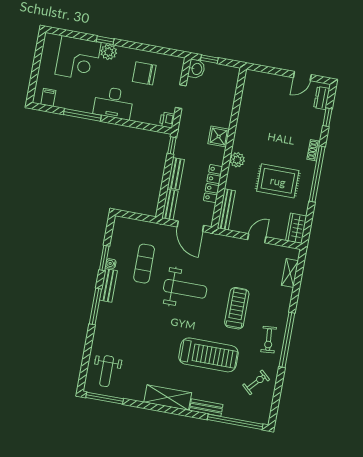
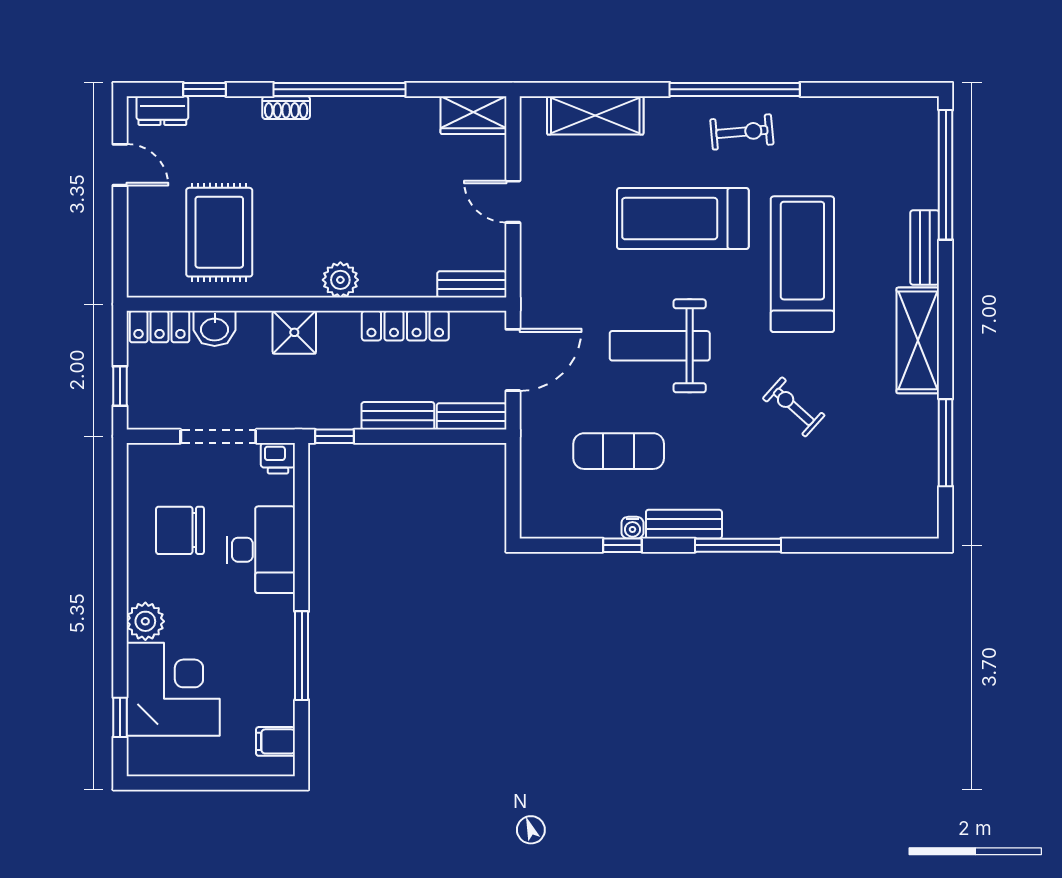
window: (105, 40) -> (120, 717), moved
washbasin: (196, 69) -> (215, 328), moved, turned 180
chair: (144, 73) -> (180, 530), turned 90
locker: (231, 80) -> (159, 327), added
doorway: (181, 97) -> (218, 436), width x1.38
desk: (113, 103) -> (261, 550), moved
rug: (278, 181) -> (219, 232), moved
bench: (226, 209) -> (472, 284), width x0.73
window: (104, 258) -> (622, 545), width x0.67
shelving: (290, 273) -> (595, 115), width x1.50, depth x1.33
weight bench: (185, 289) -> (660, 346), turned -90
treadmill: (237, 308) -> (683, 219), width x1.37, depth x1.38
weight bench: (107, 371) -> (883, 492), removed
exercise bike: (256, 382) -> (794, 407), moved
window: (105, 398) -> (946, 443), moved

